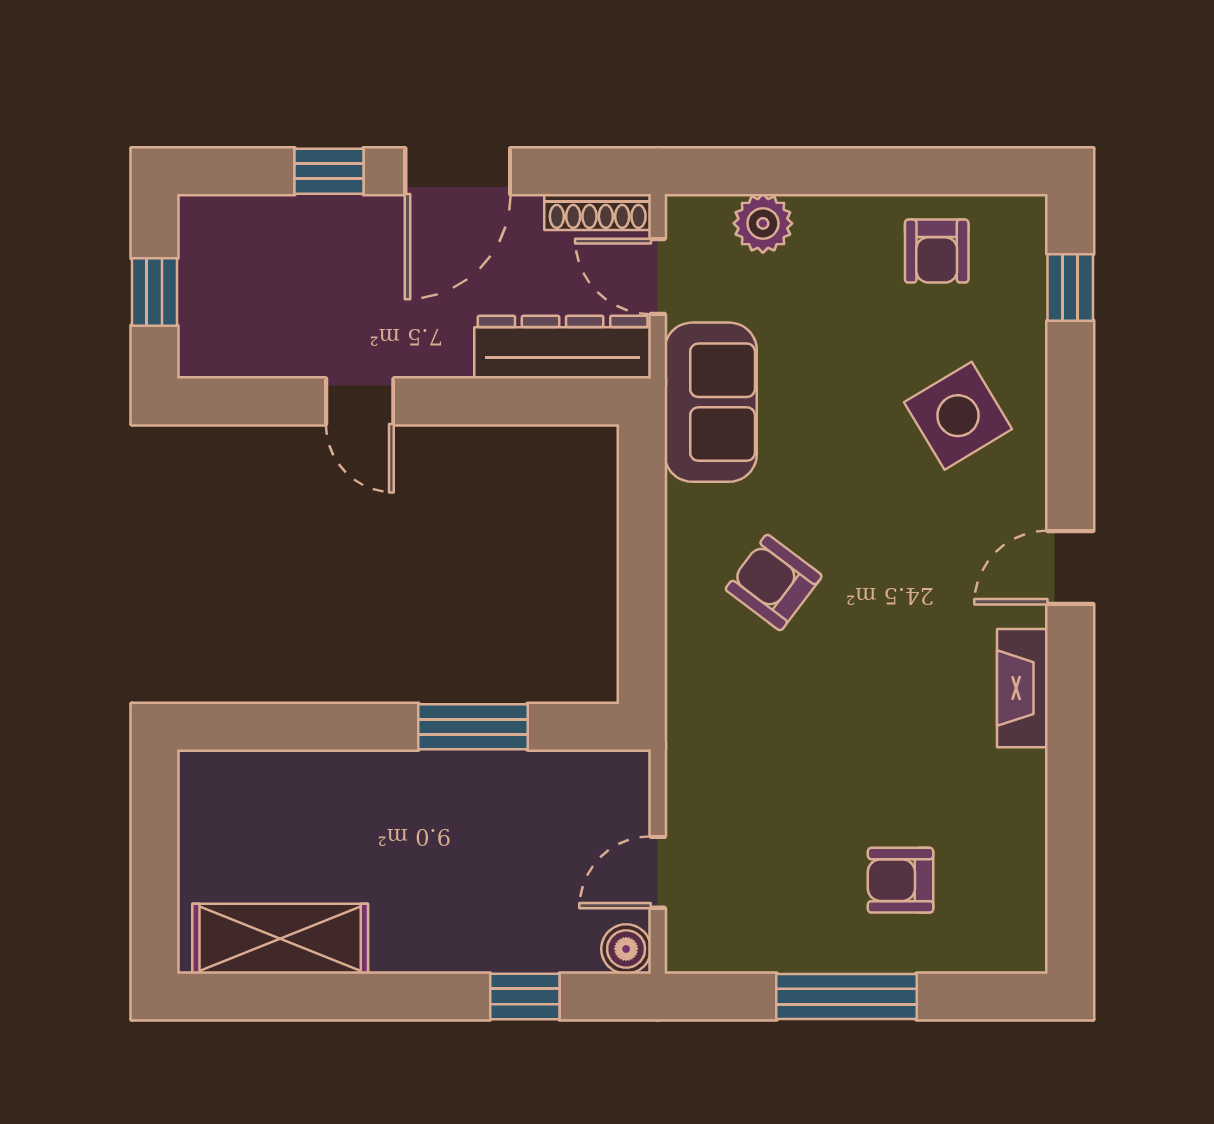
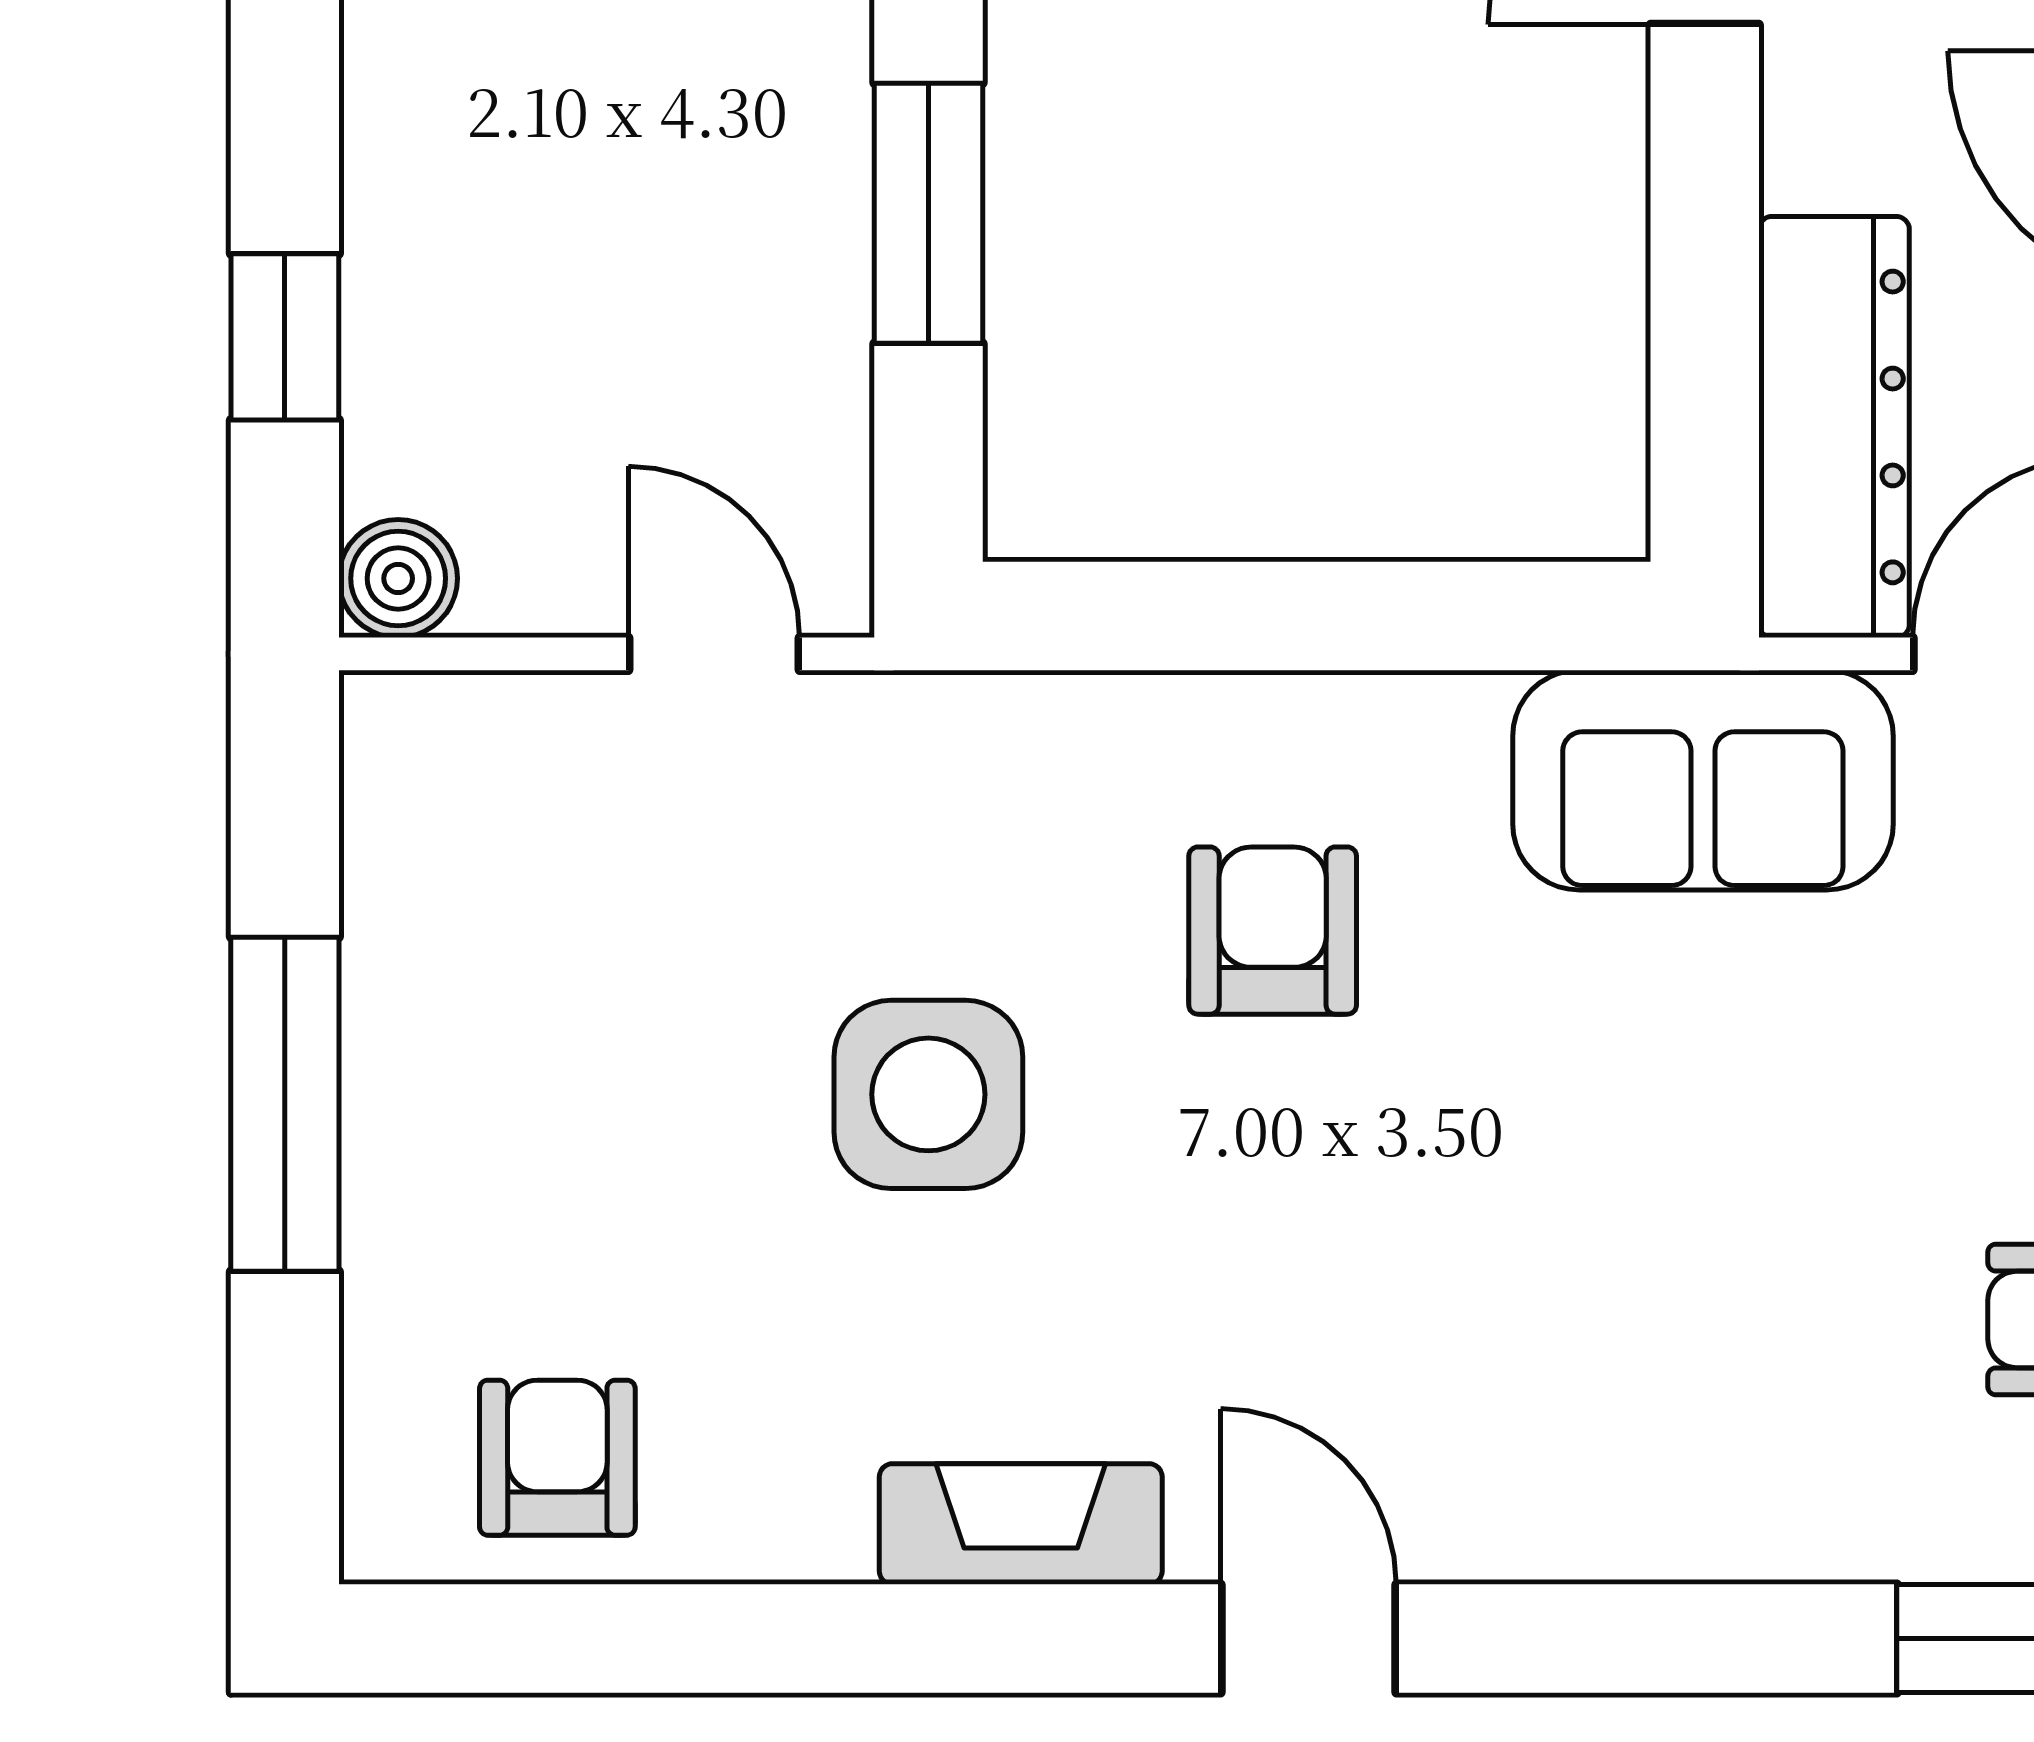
side table: (958, 416) -> (928, 1094), moved, turned 31
armchair: (774, 583) -> (1273, 931), turned -37
door: (658, 872) -> (714, 654), moved
armchair: (901, 880) -> (557, 1458), moved

